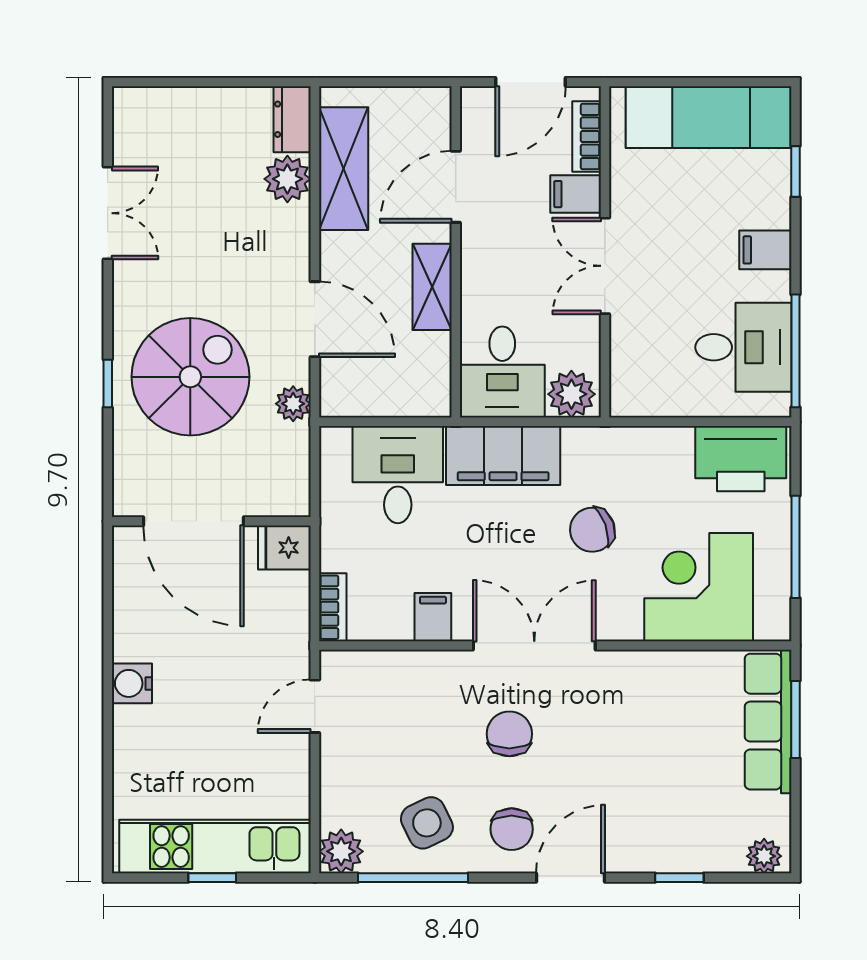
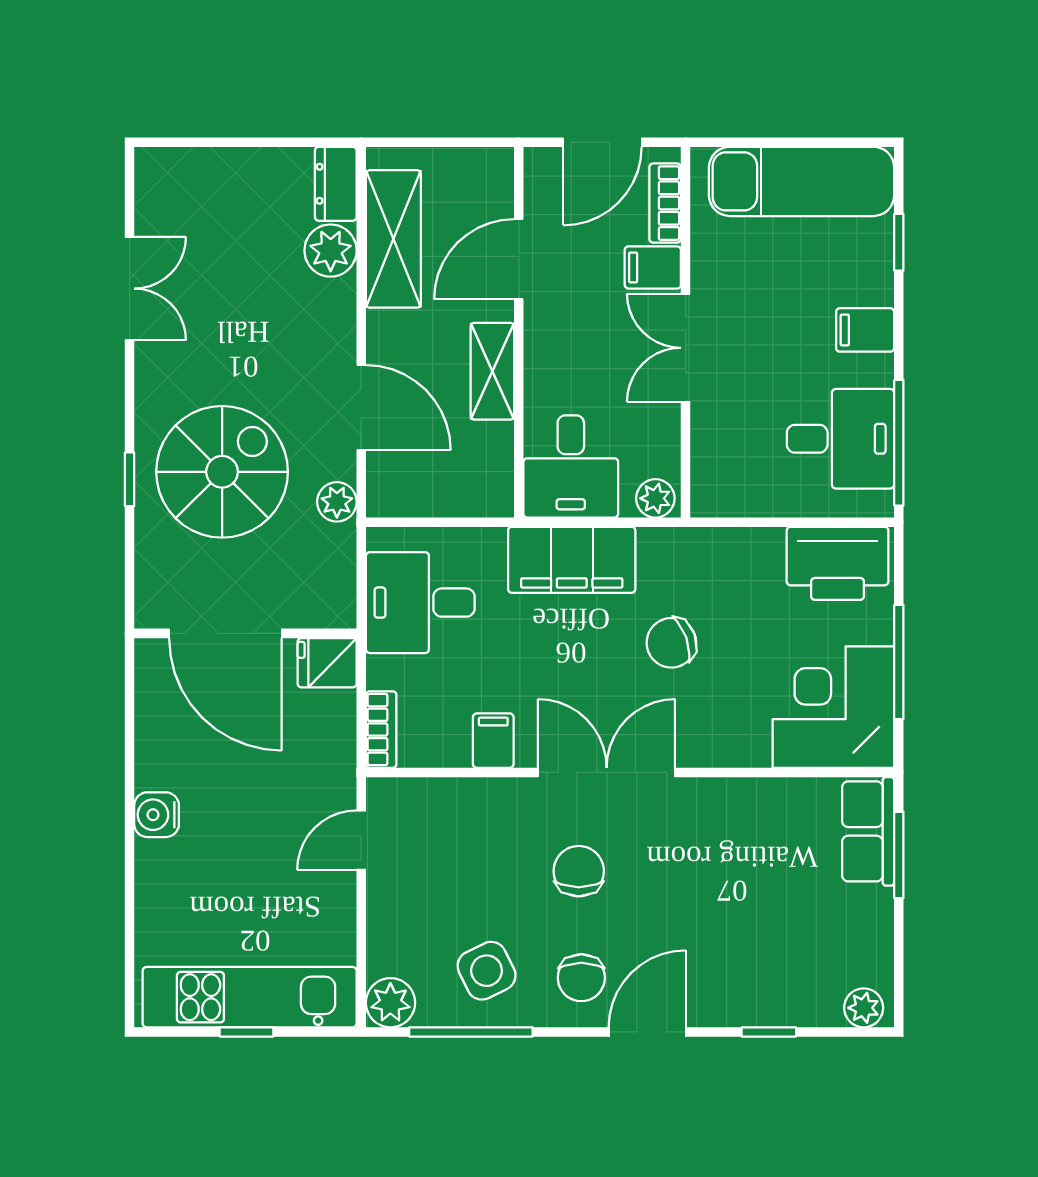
plant: (571, 394) -> (655, 498), width x0.73, depth x0.73
desk: (398, 475) -> (420, 603), moved, turned -90
corner desk: (699, 587) -> (833, 707), moved
row of seats: (768, 722) -> (868, 831), width x0.68

